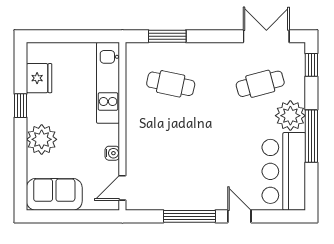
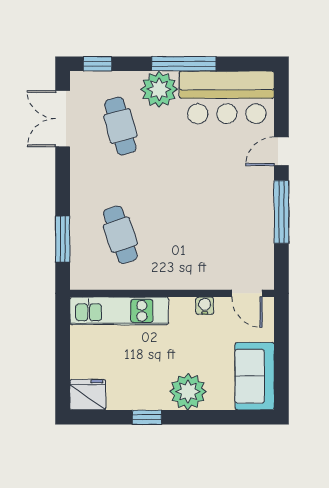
fridge: (39, 78) -> (88, 395), moved
cafe table: (171, 84) -> (120, 235), turned -30

